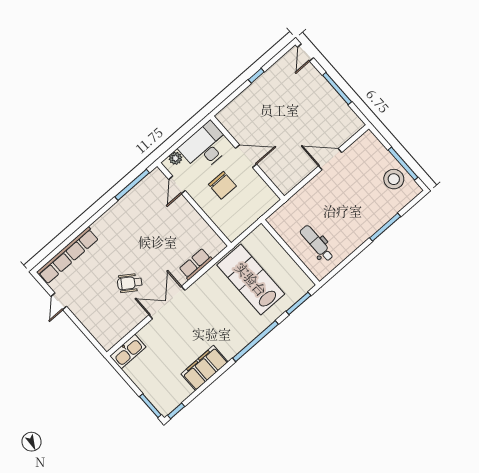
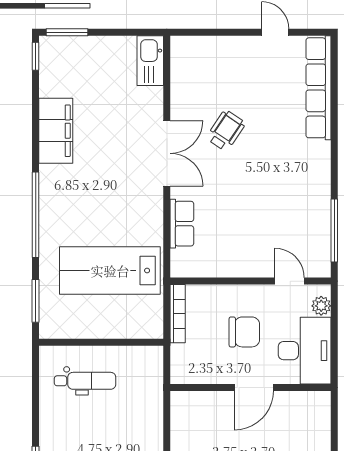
chair: (222, 185) -> (244, 332), turned 180
bookcase: (242, 227) -> (178, 314), added
lab bench: (251, 279) -> (110, 271), turned 180

